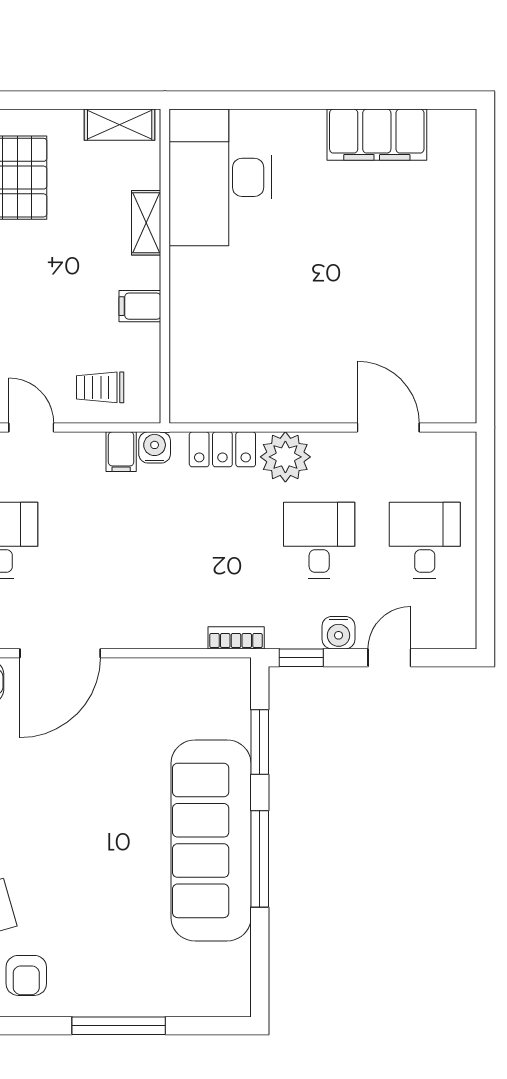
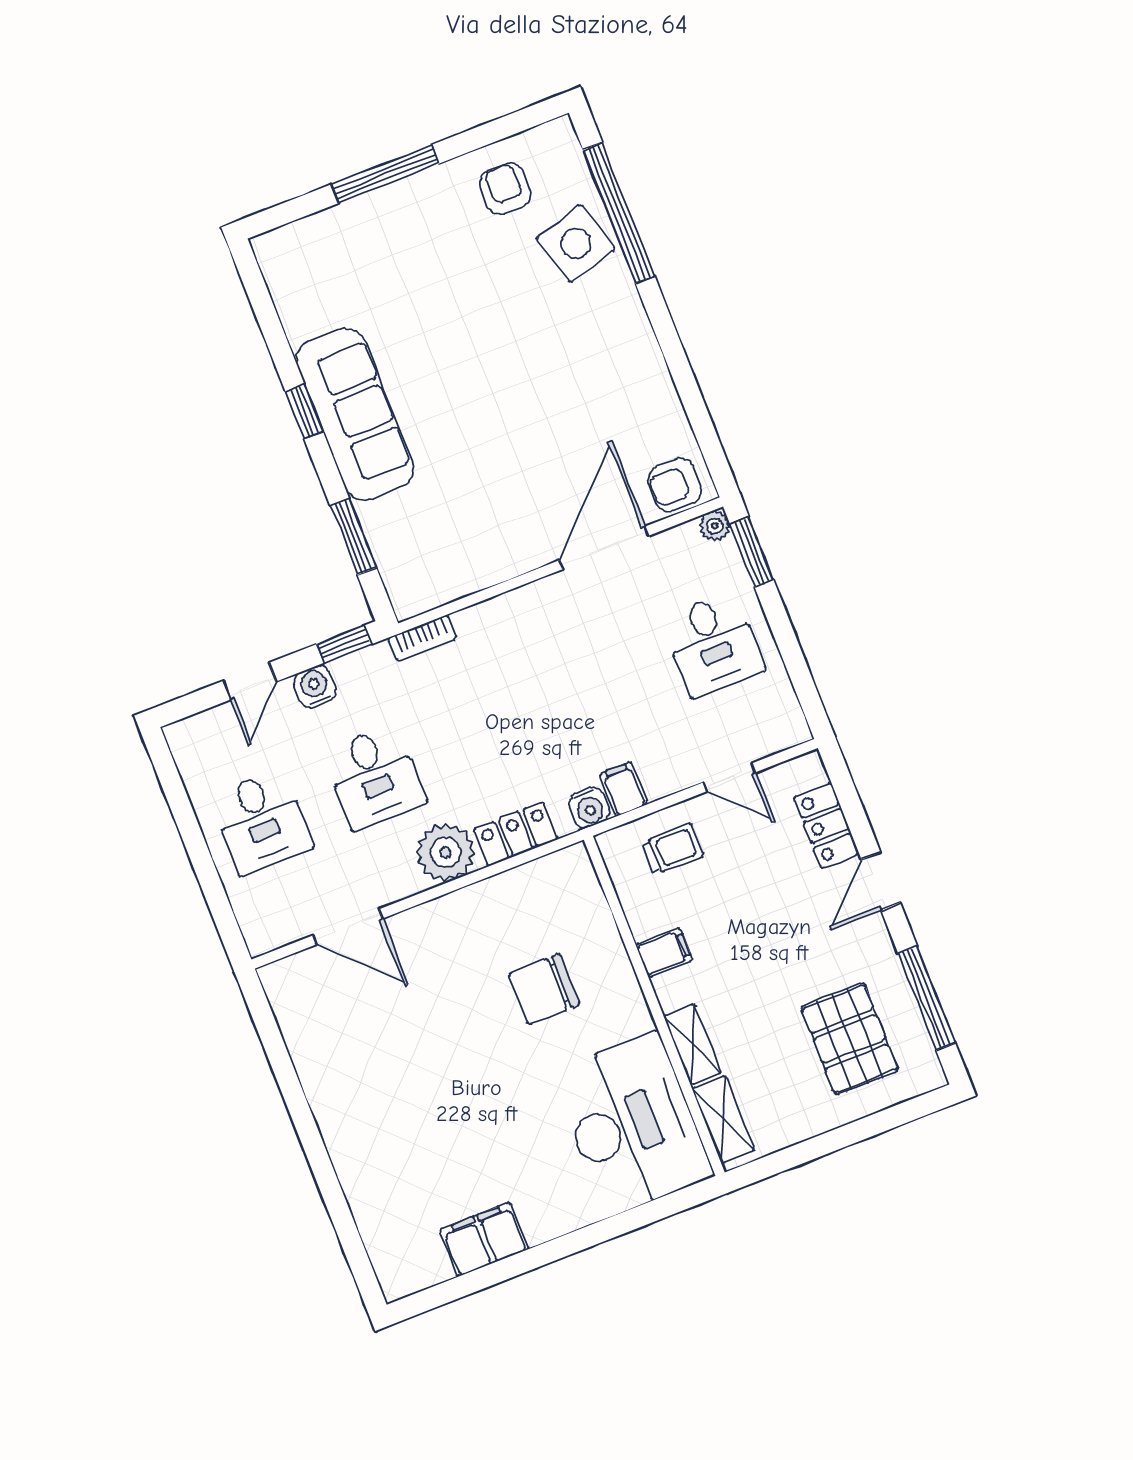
shelving: (120, 125) -> (723, 1119), moved, turned 90
filing cabinet: (377, 135) -> (484, 1239), width x0.67, depth x0.86
chair: (249, 315) -> (544, 989), added
sofa: (211, 840) -> (355, 414), width x0.74, depth x0.79
window: (260, 859) -> (304, 412), width x0.46

